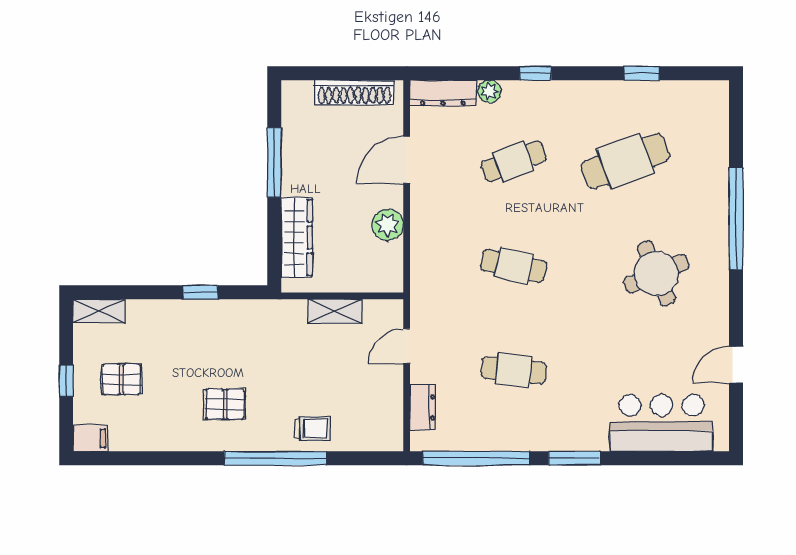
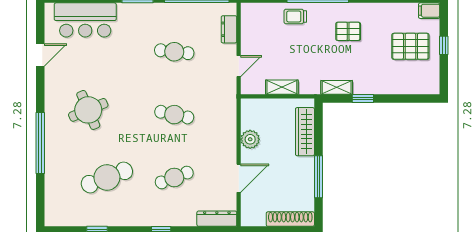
plant: (489, 91) -> (189, 220), removed
shoe rack: (354, 92) -> (290, 219), moved
shelving: (99, 311) -> (337, 87), moved
pallet: (122, 379) -> (410, 46), width x1.50, depth x1.42

